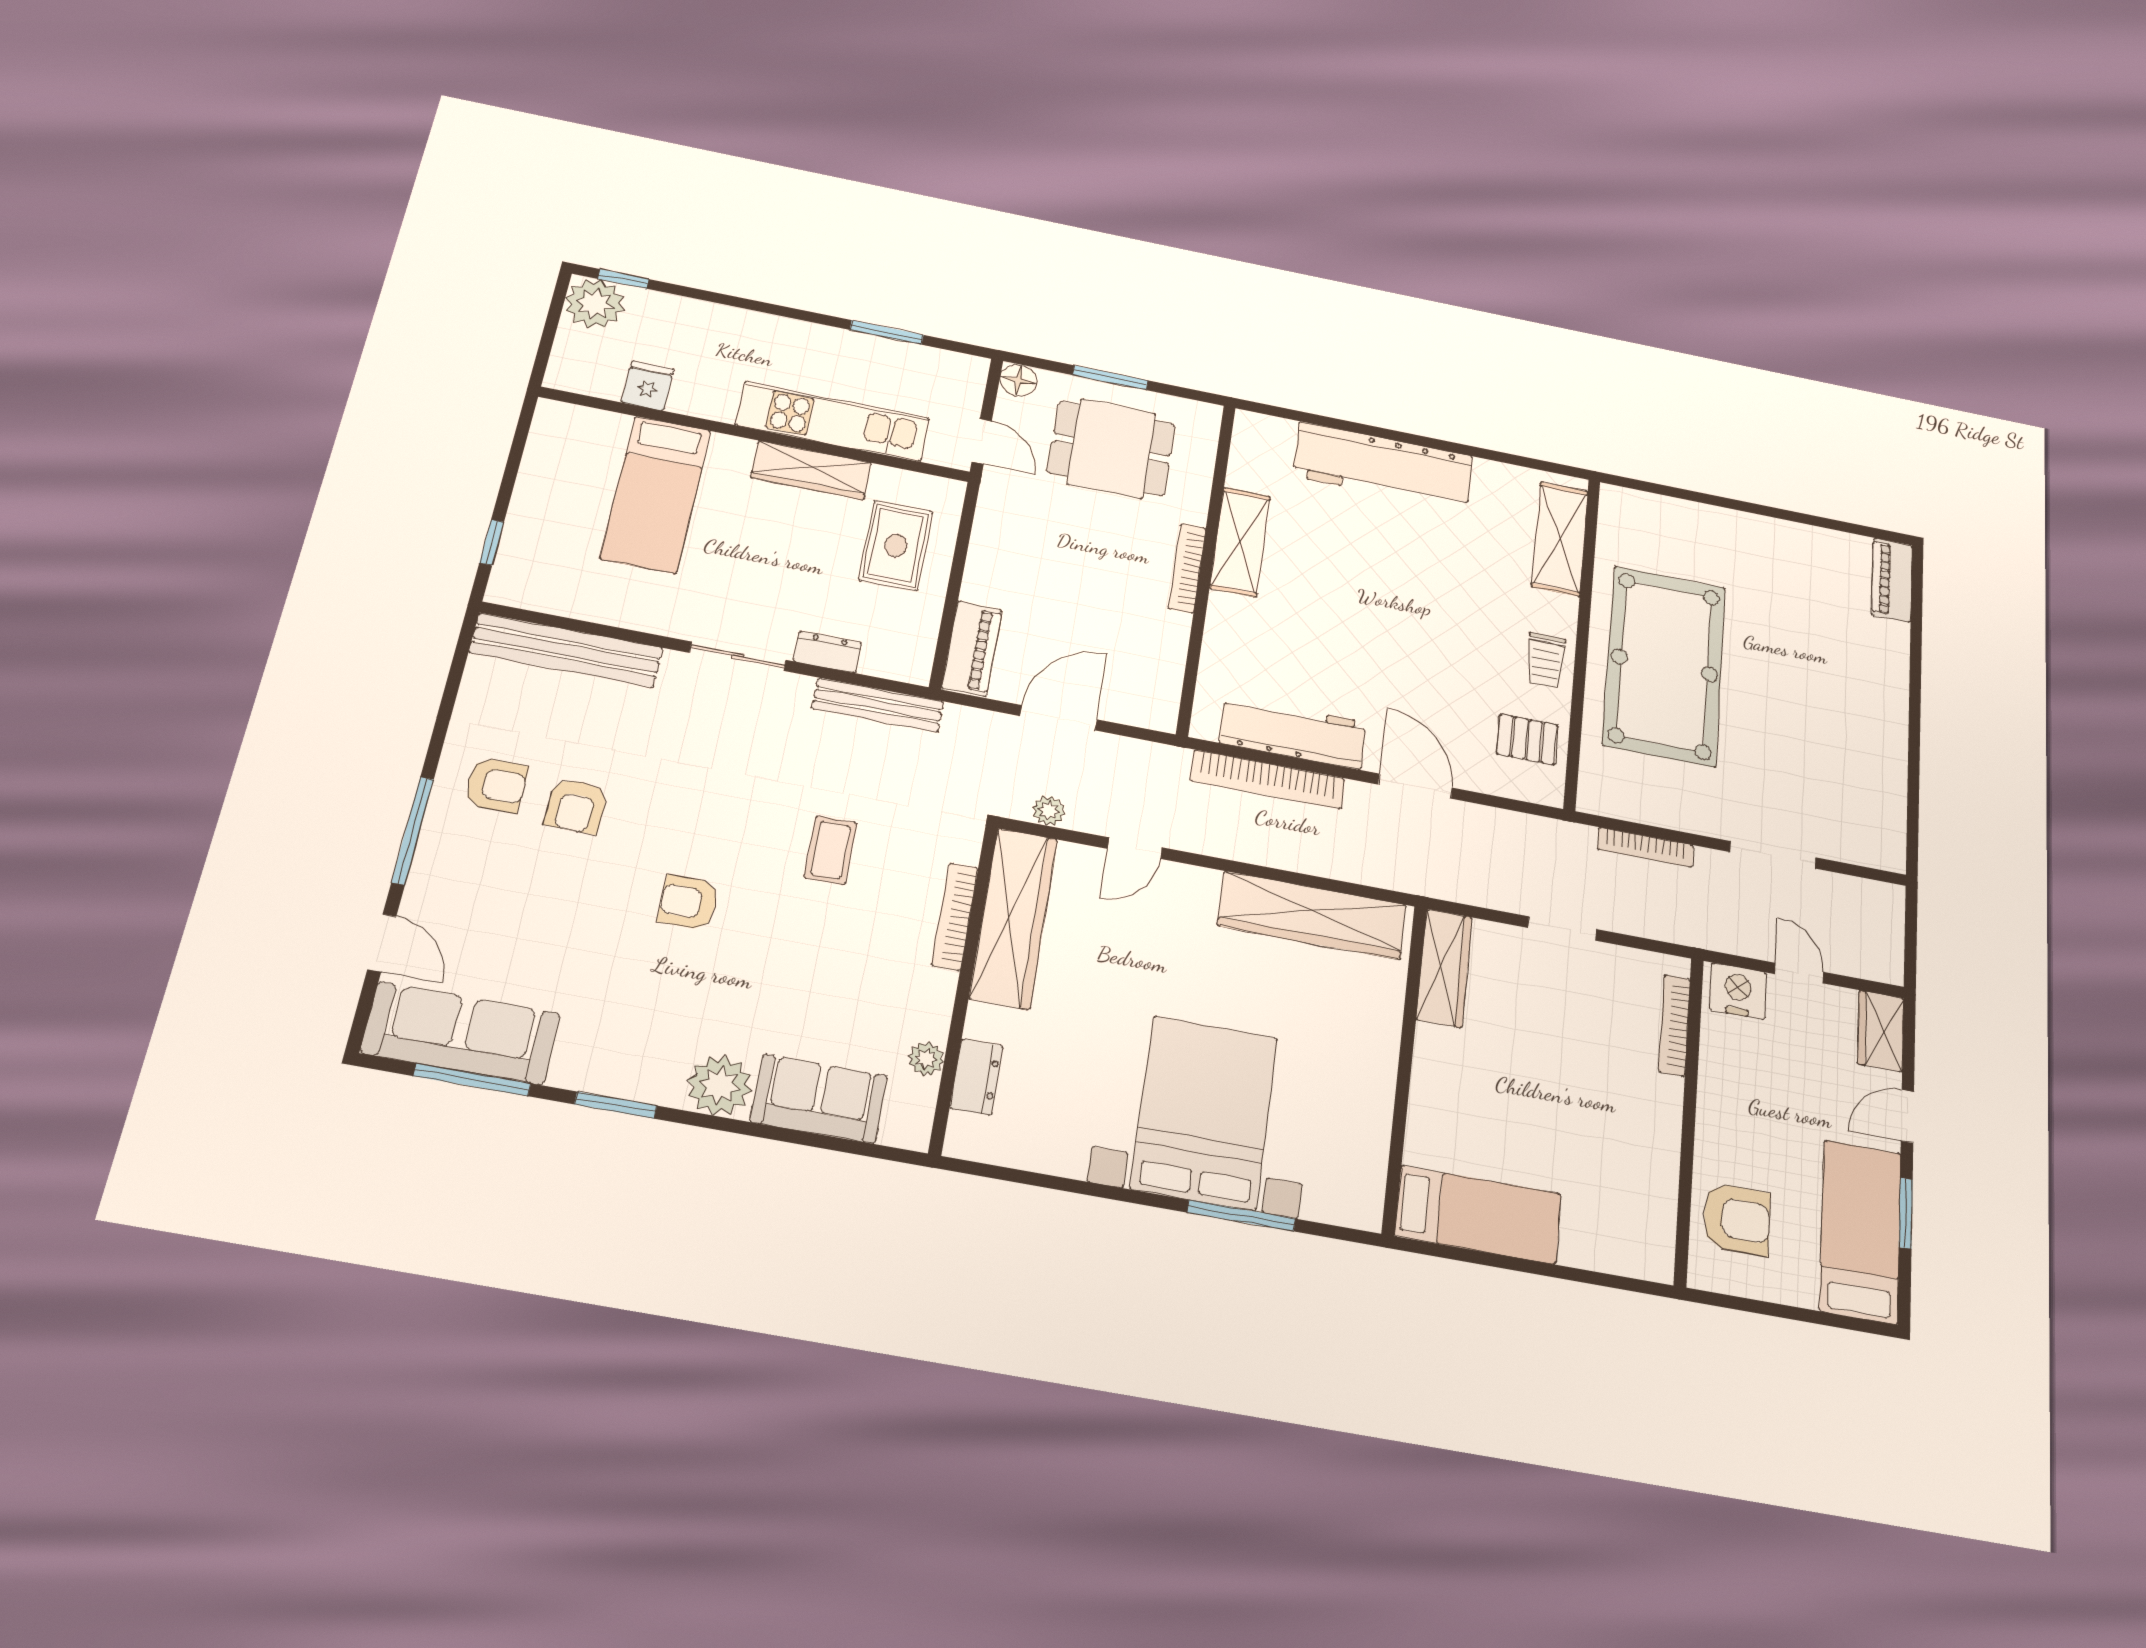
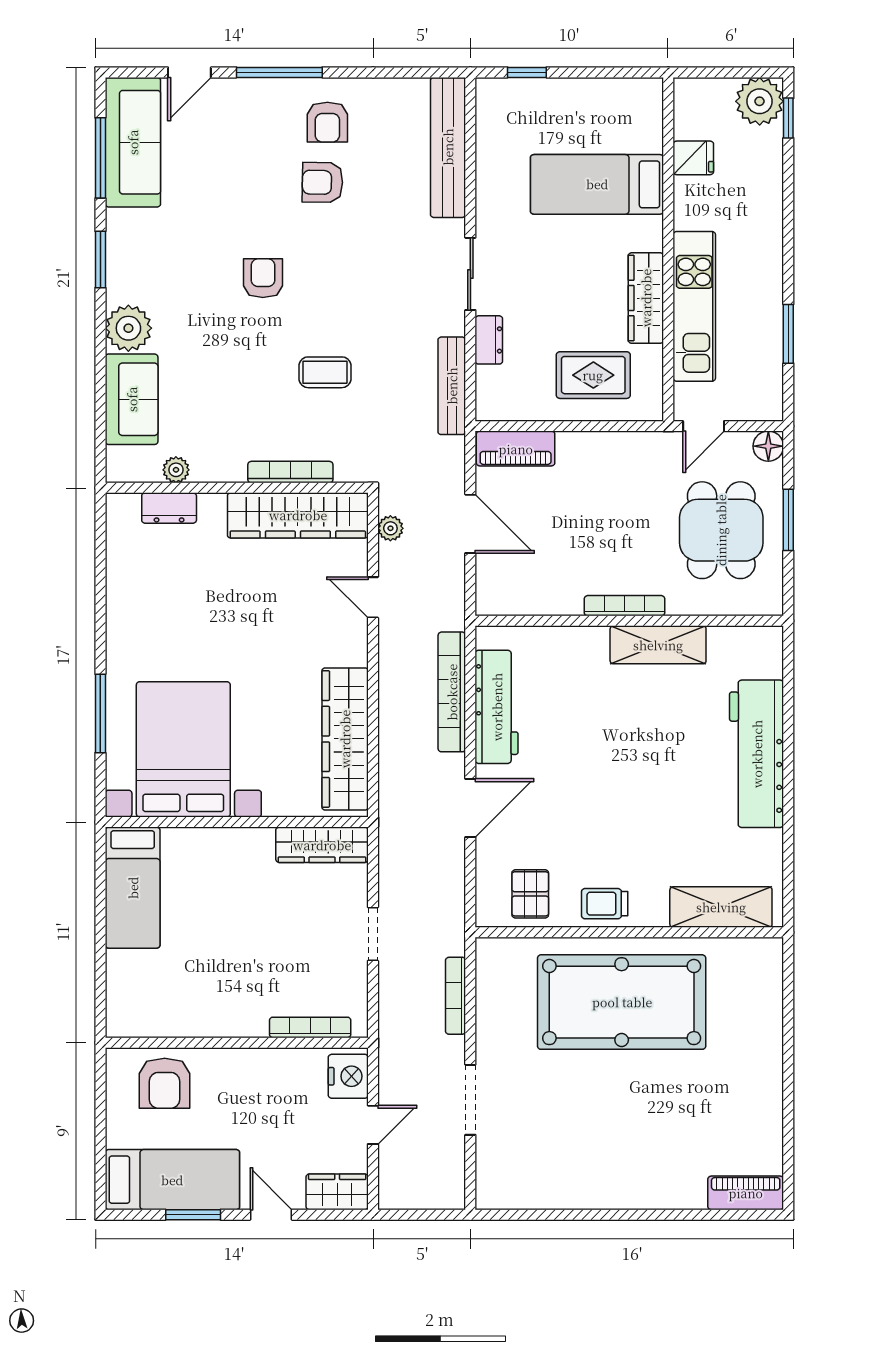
bed with nightstands: (1204, 1113) -> (183, 749), moved, turned -90

